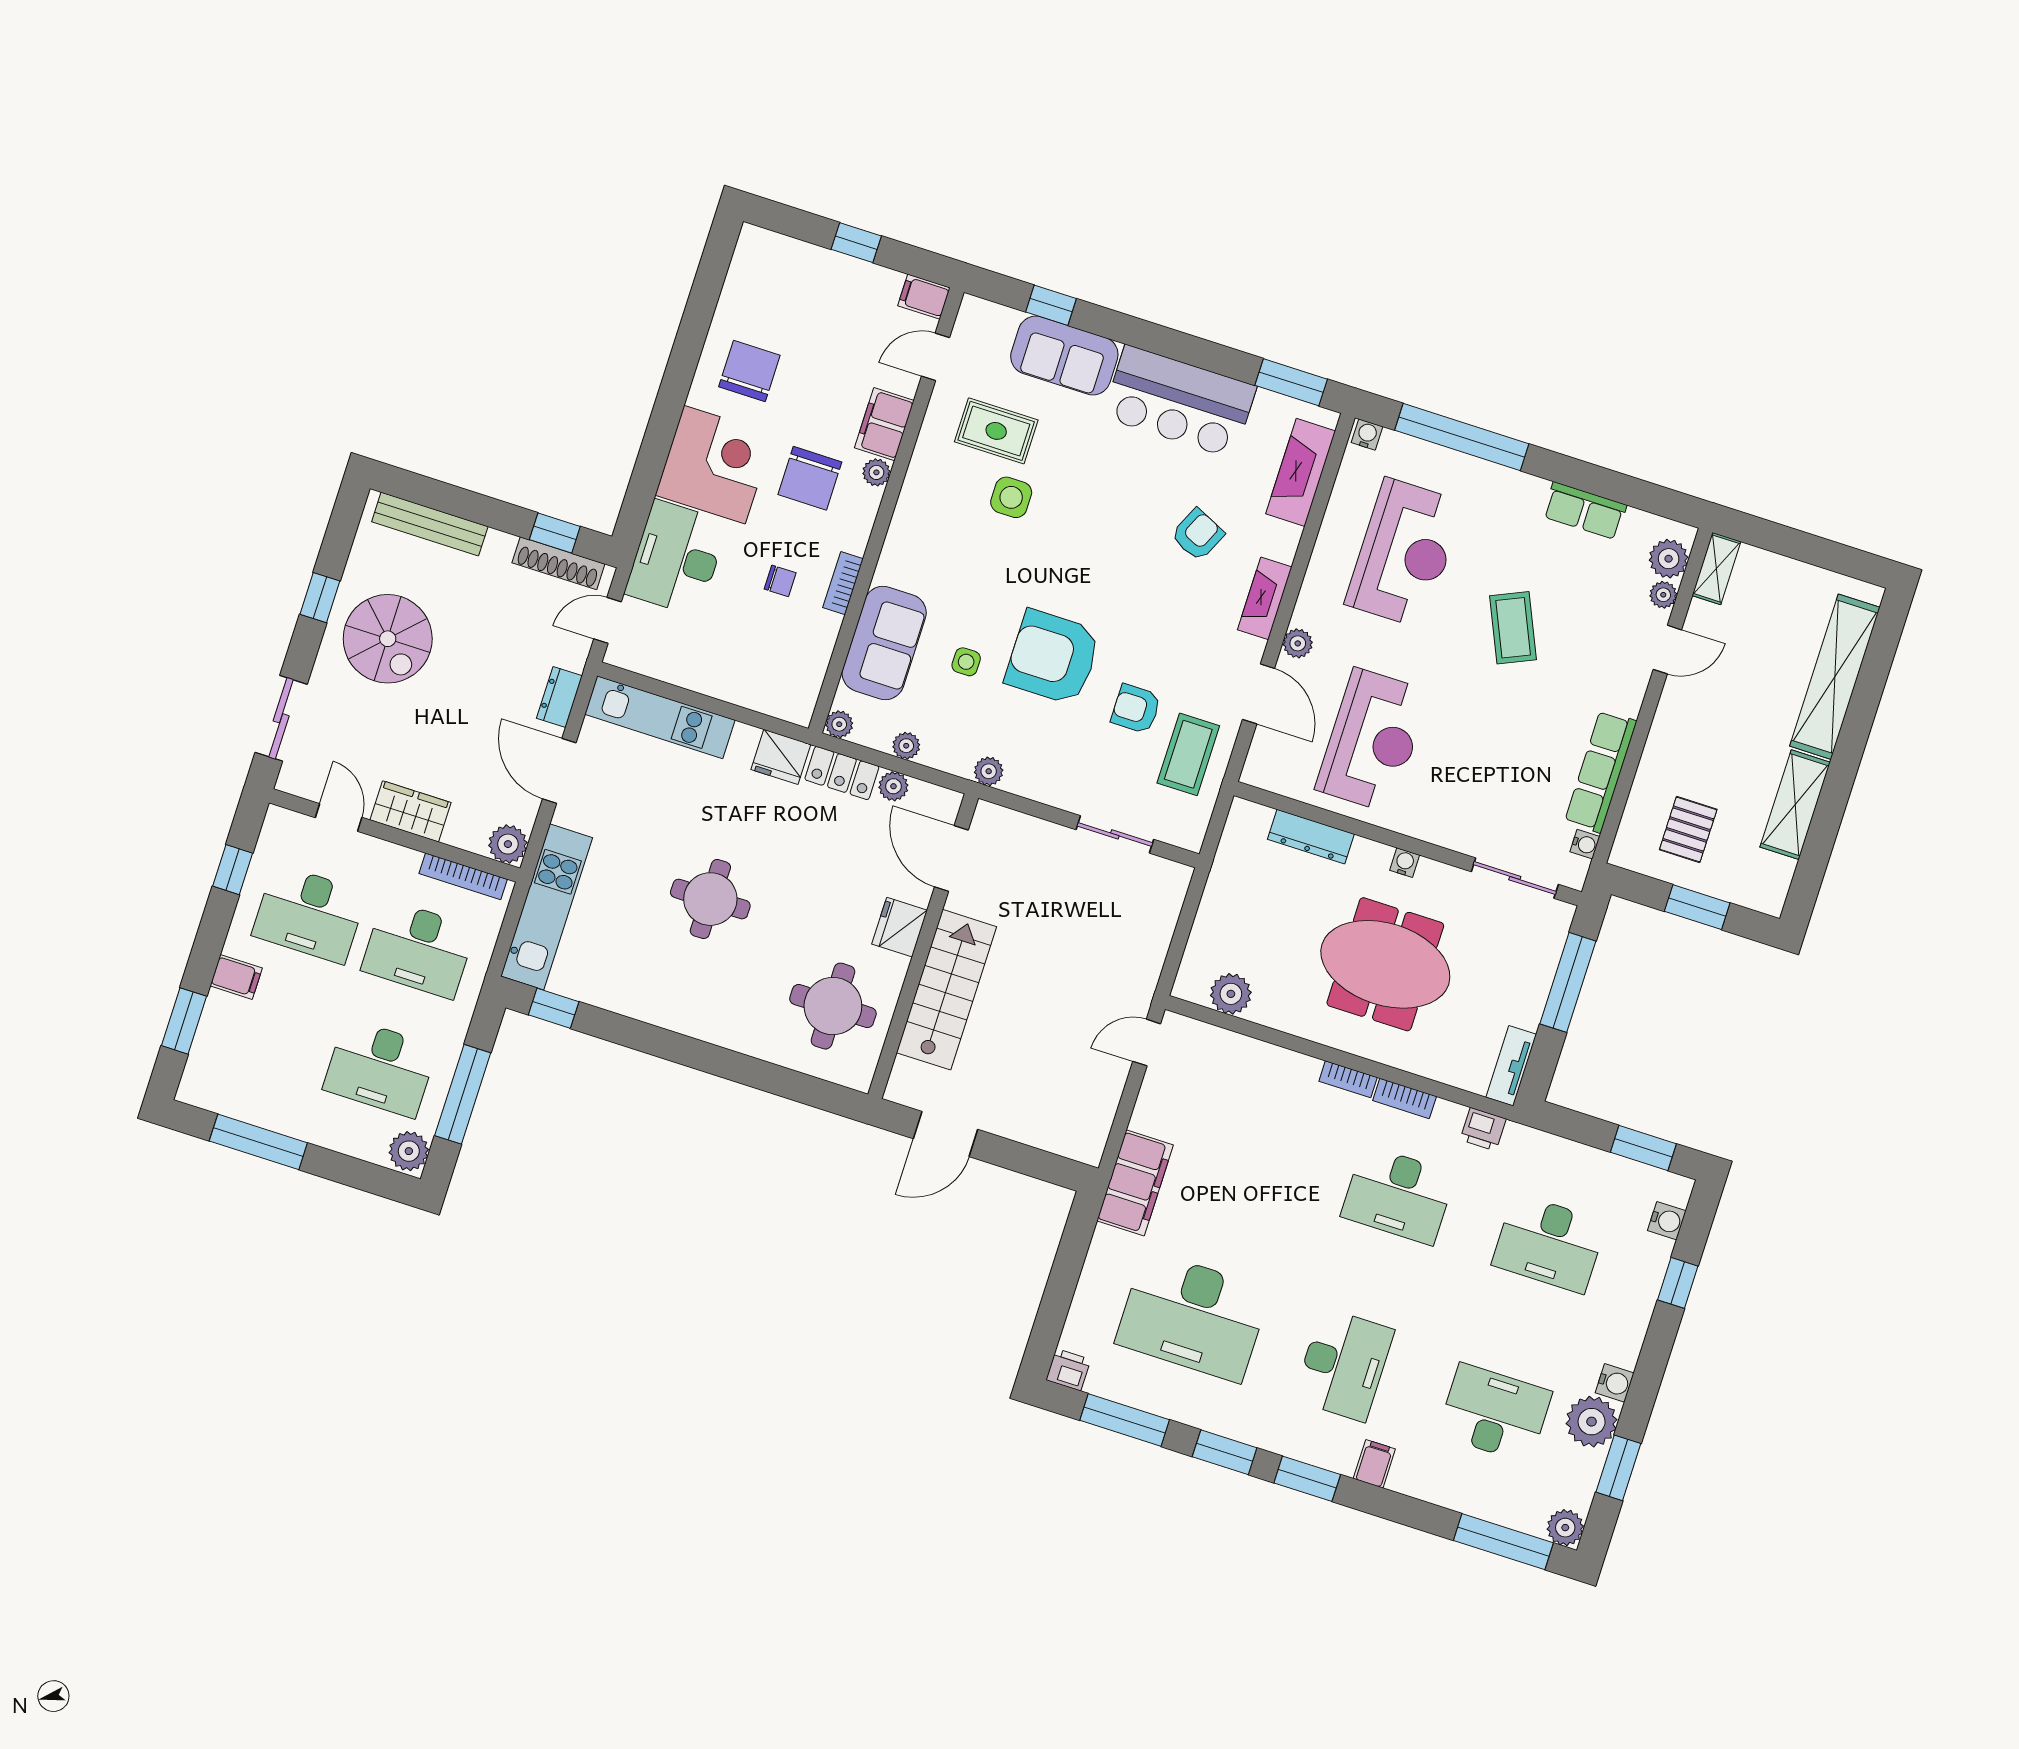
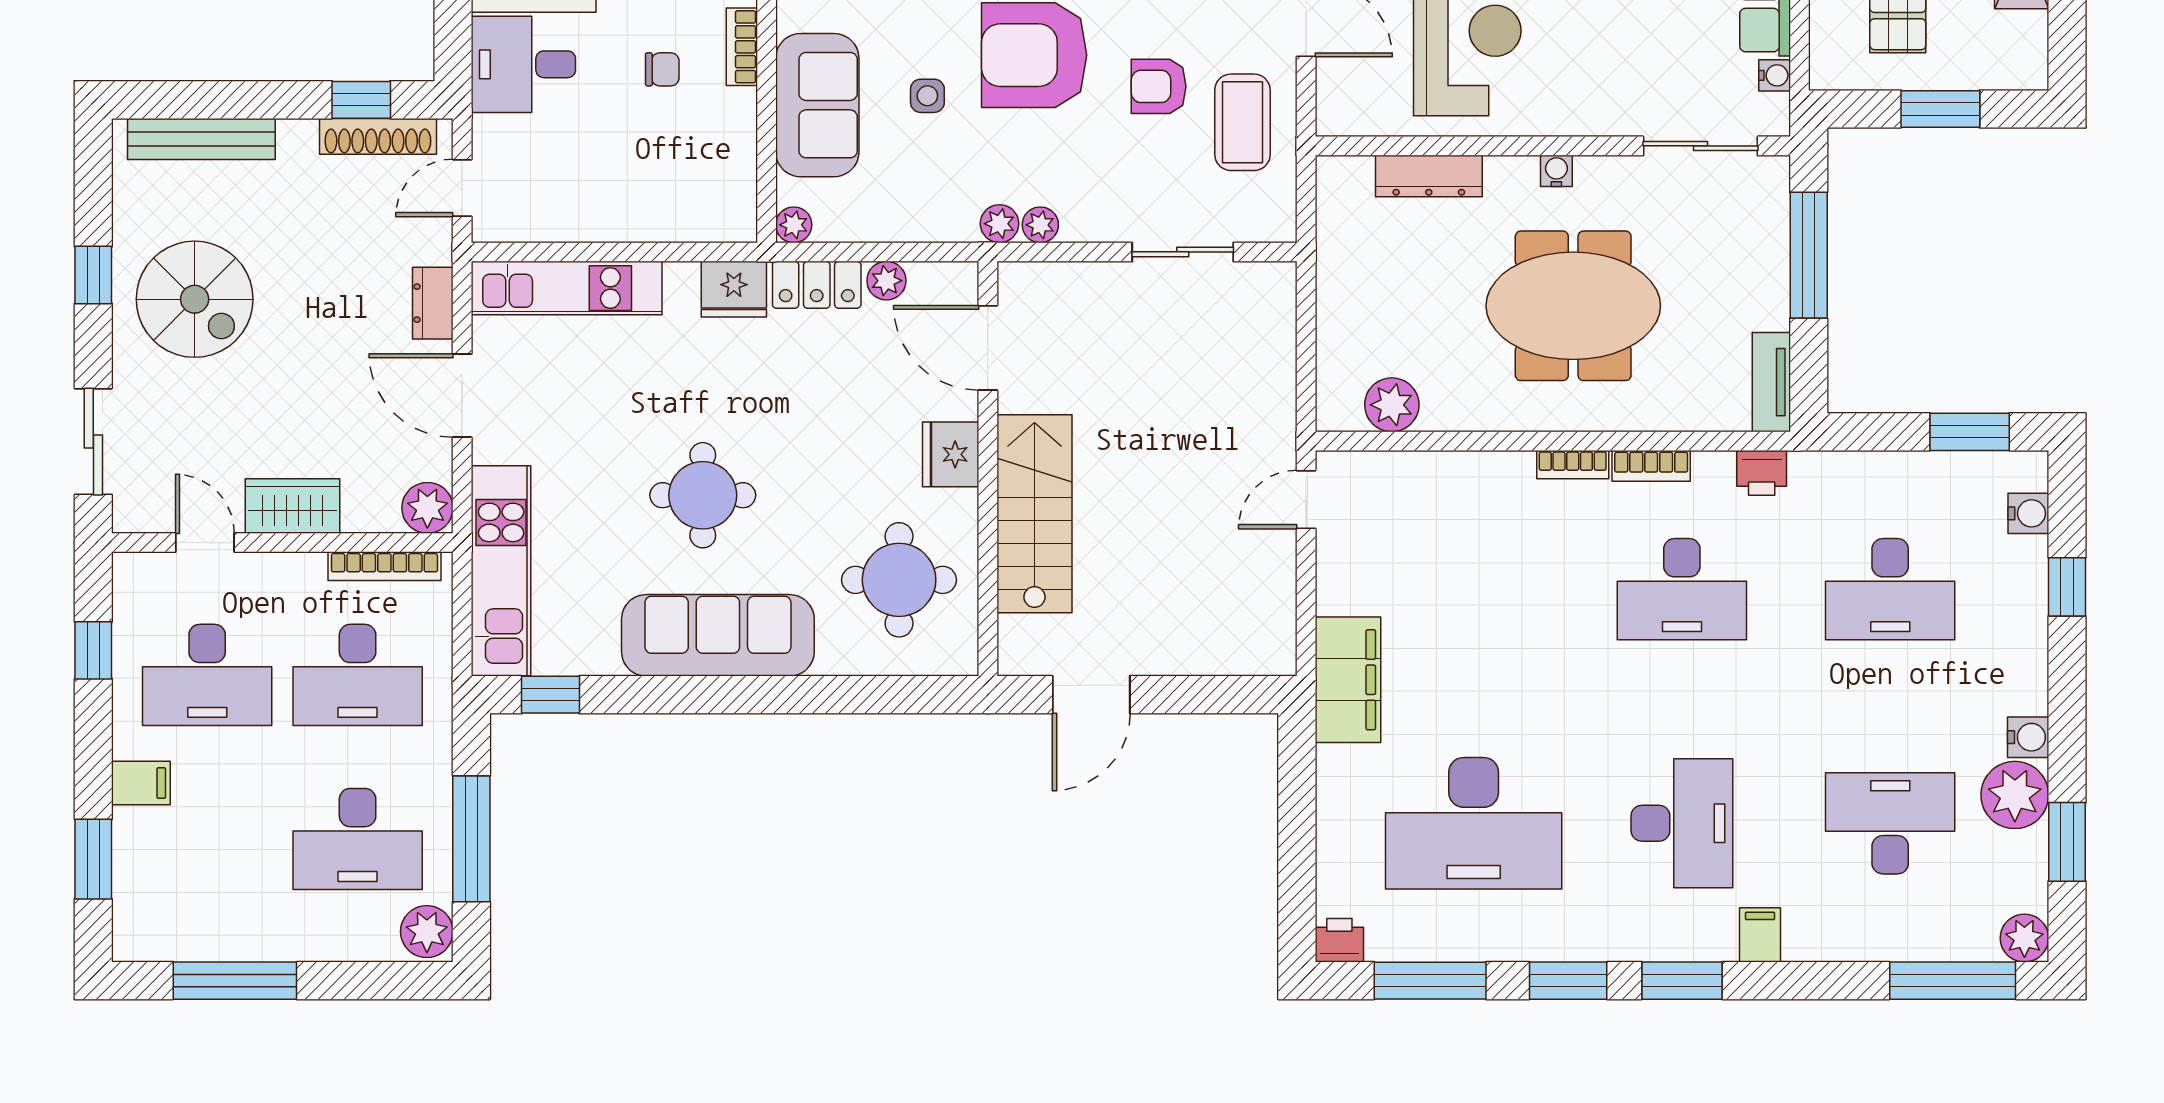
desk: (676, 558) -> (523, 64), width x0.73
plant: (906, 746) -> (1040, 225), moved
sofa: (689, 1004) -> (718, 635), added

